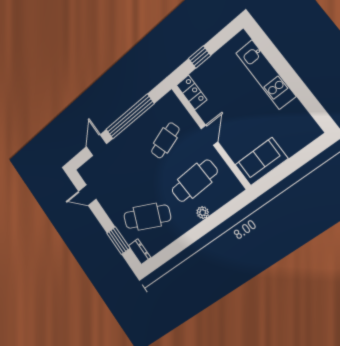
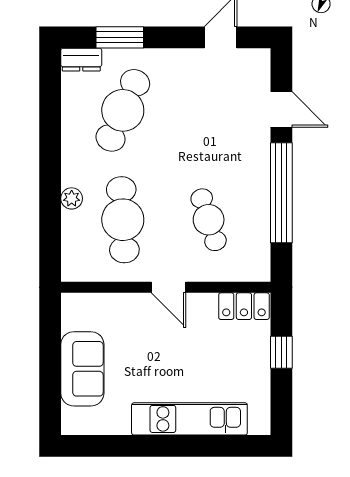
sofa: (261, 162) -> (82, 369), moved

